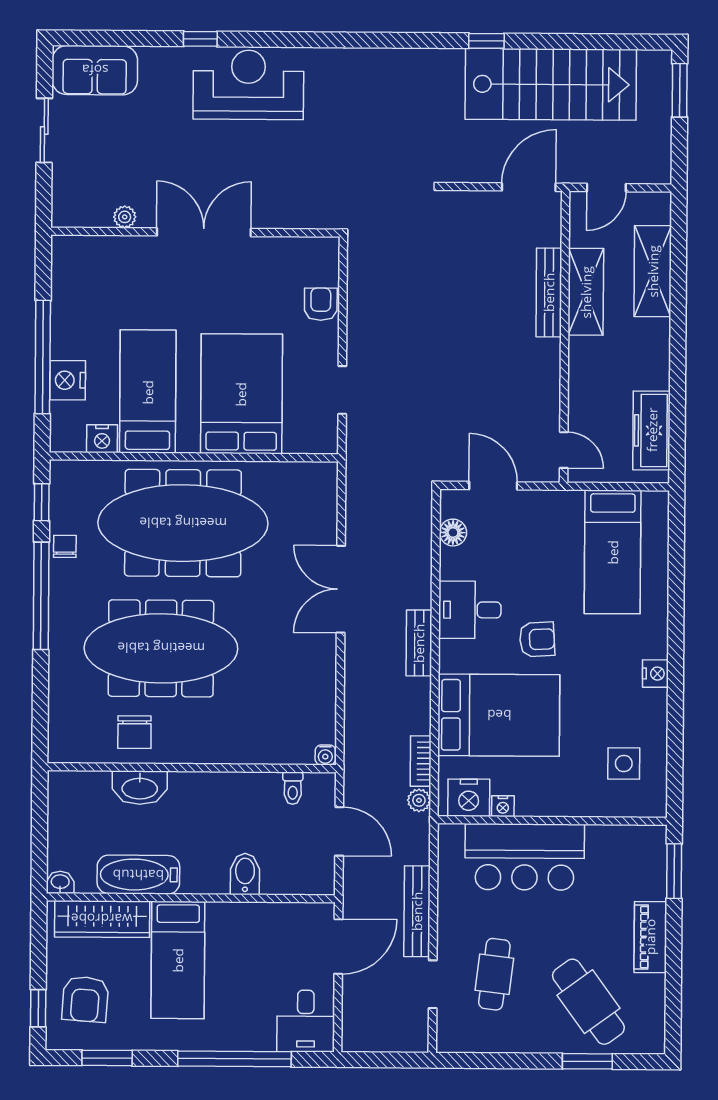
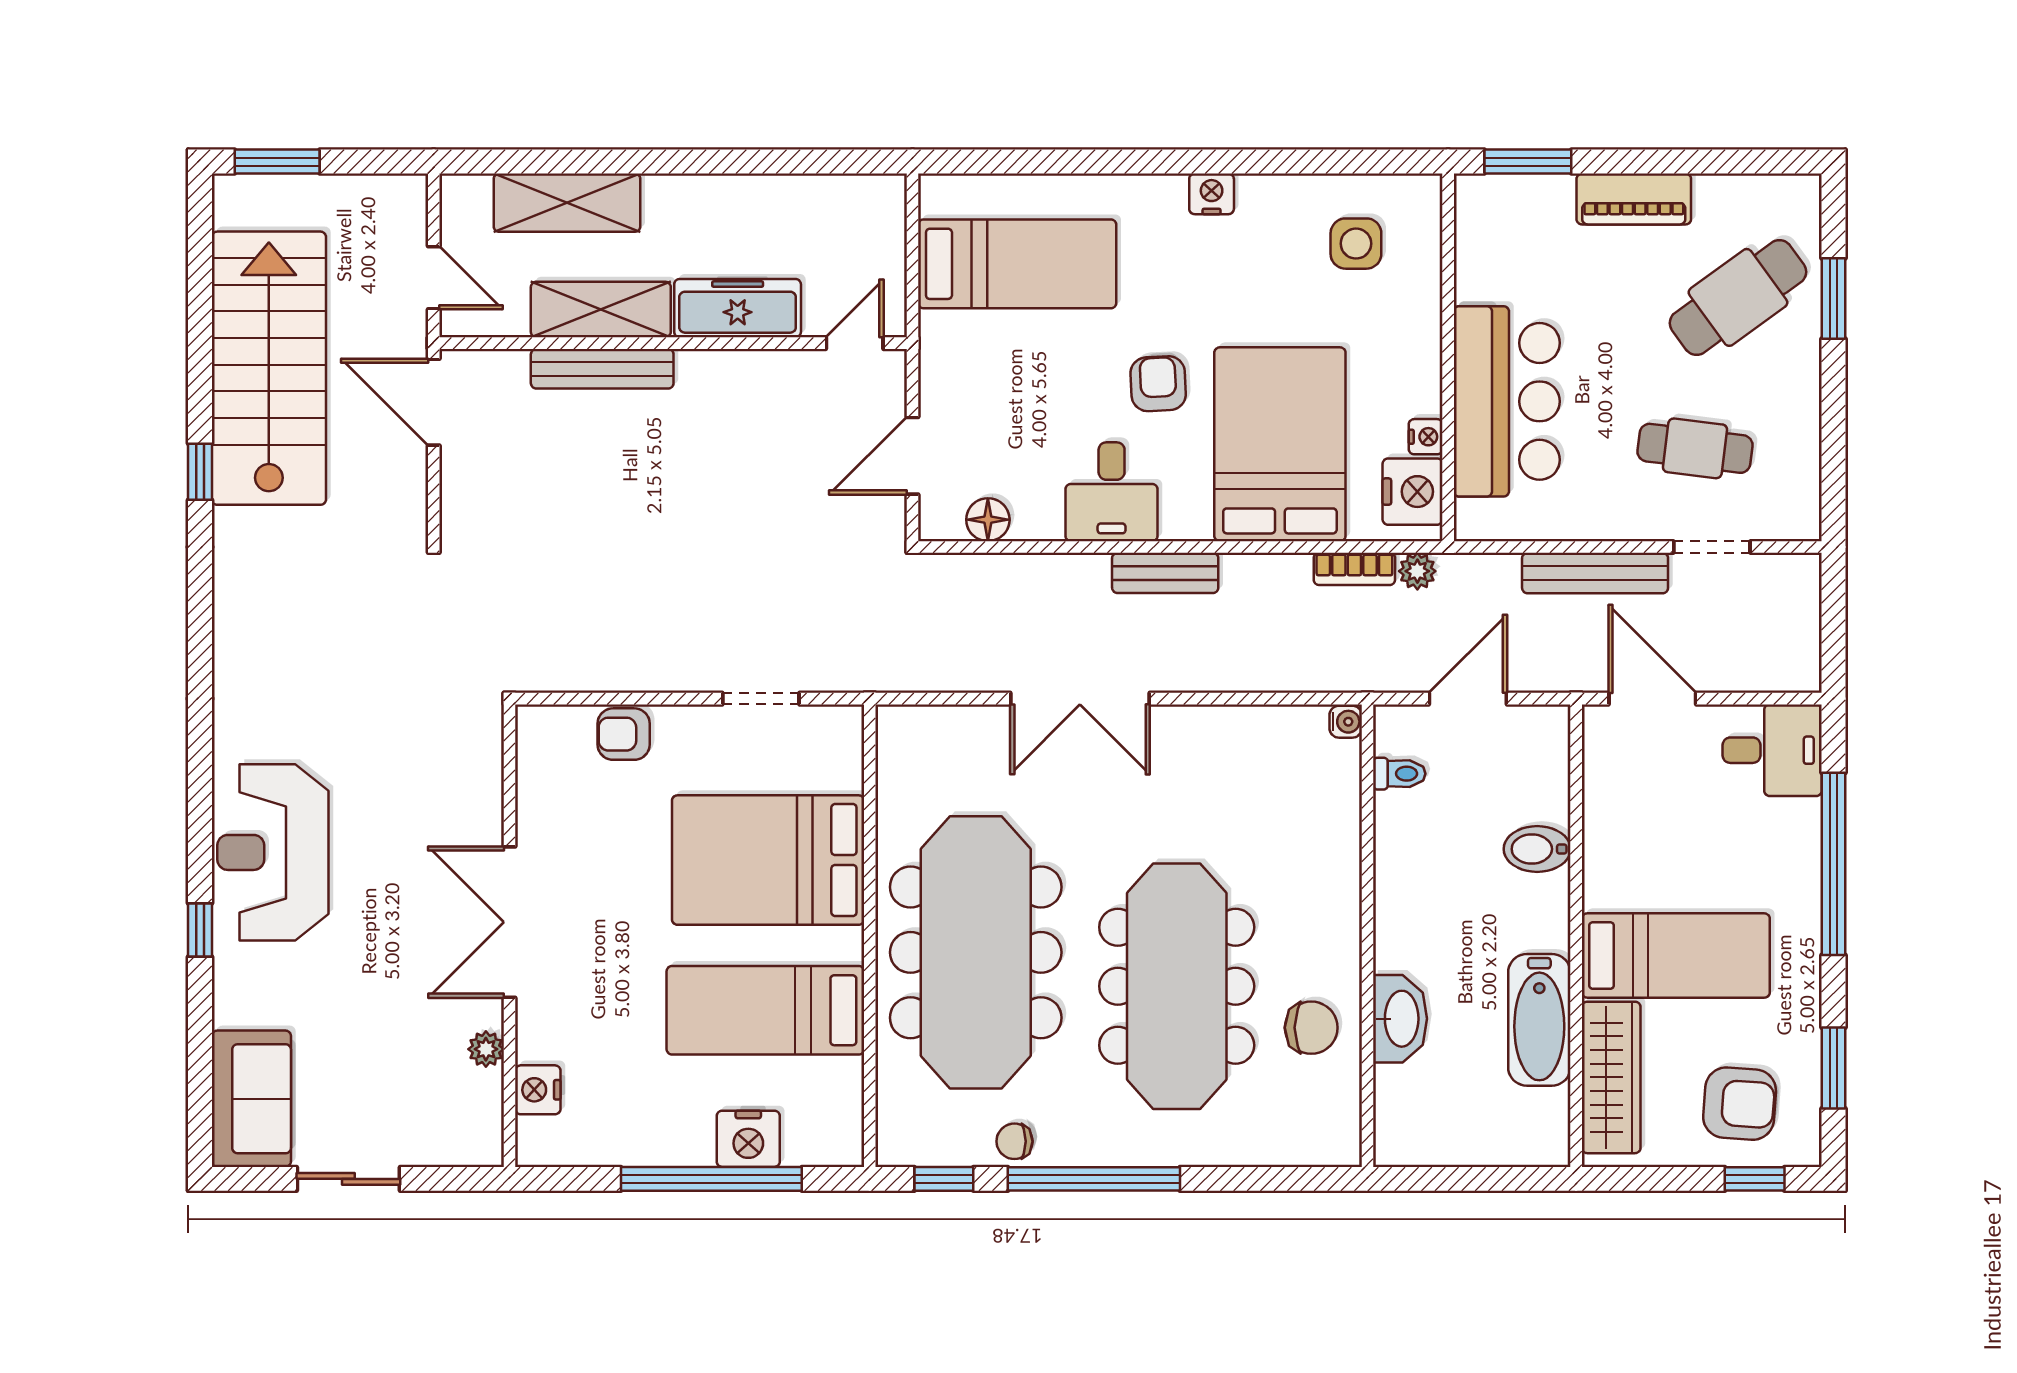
freezer: (652, 430) -> (738, 308), moved, turned 180
nightstand: (102, 439) -> (538, 1090), moved, turned 180
washbasin: (60, 882) -> (1553, 1145), removed

